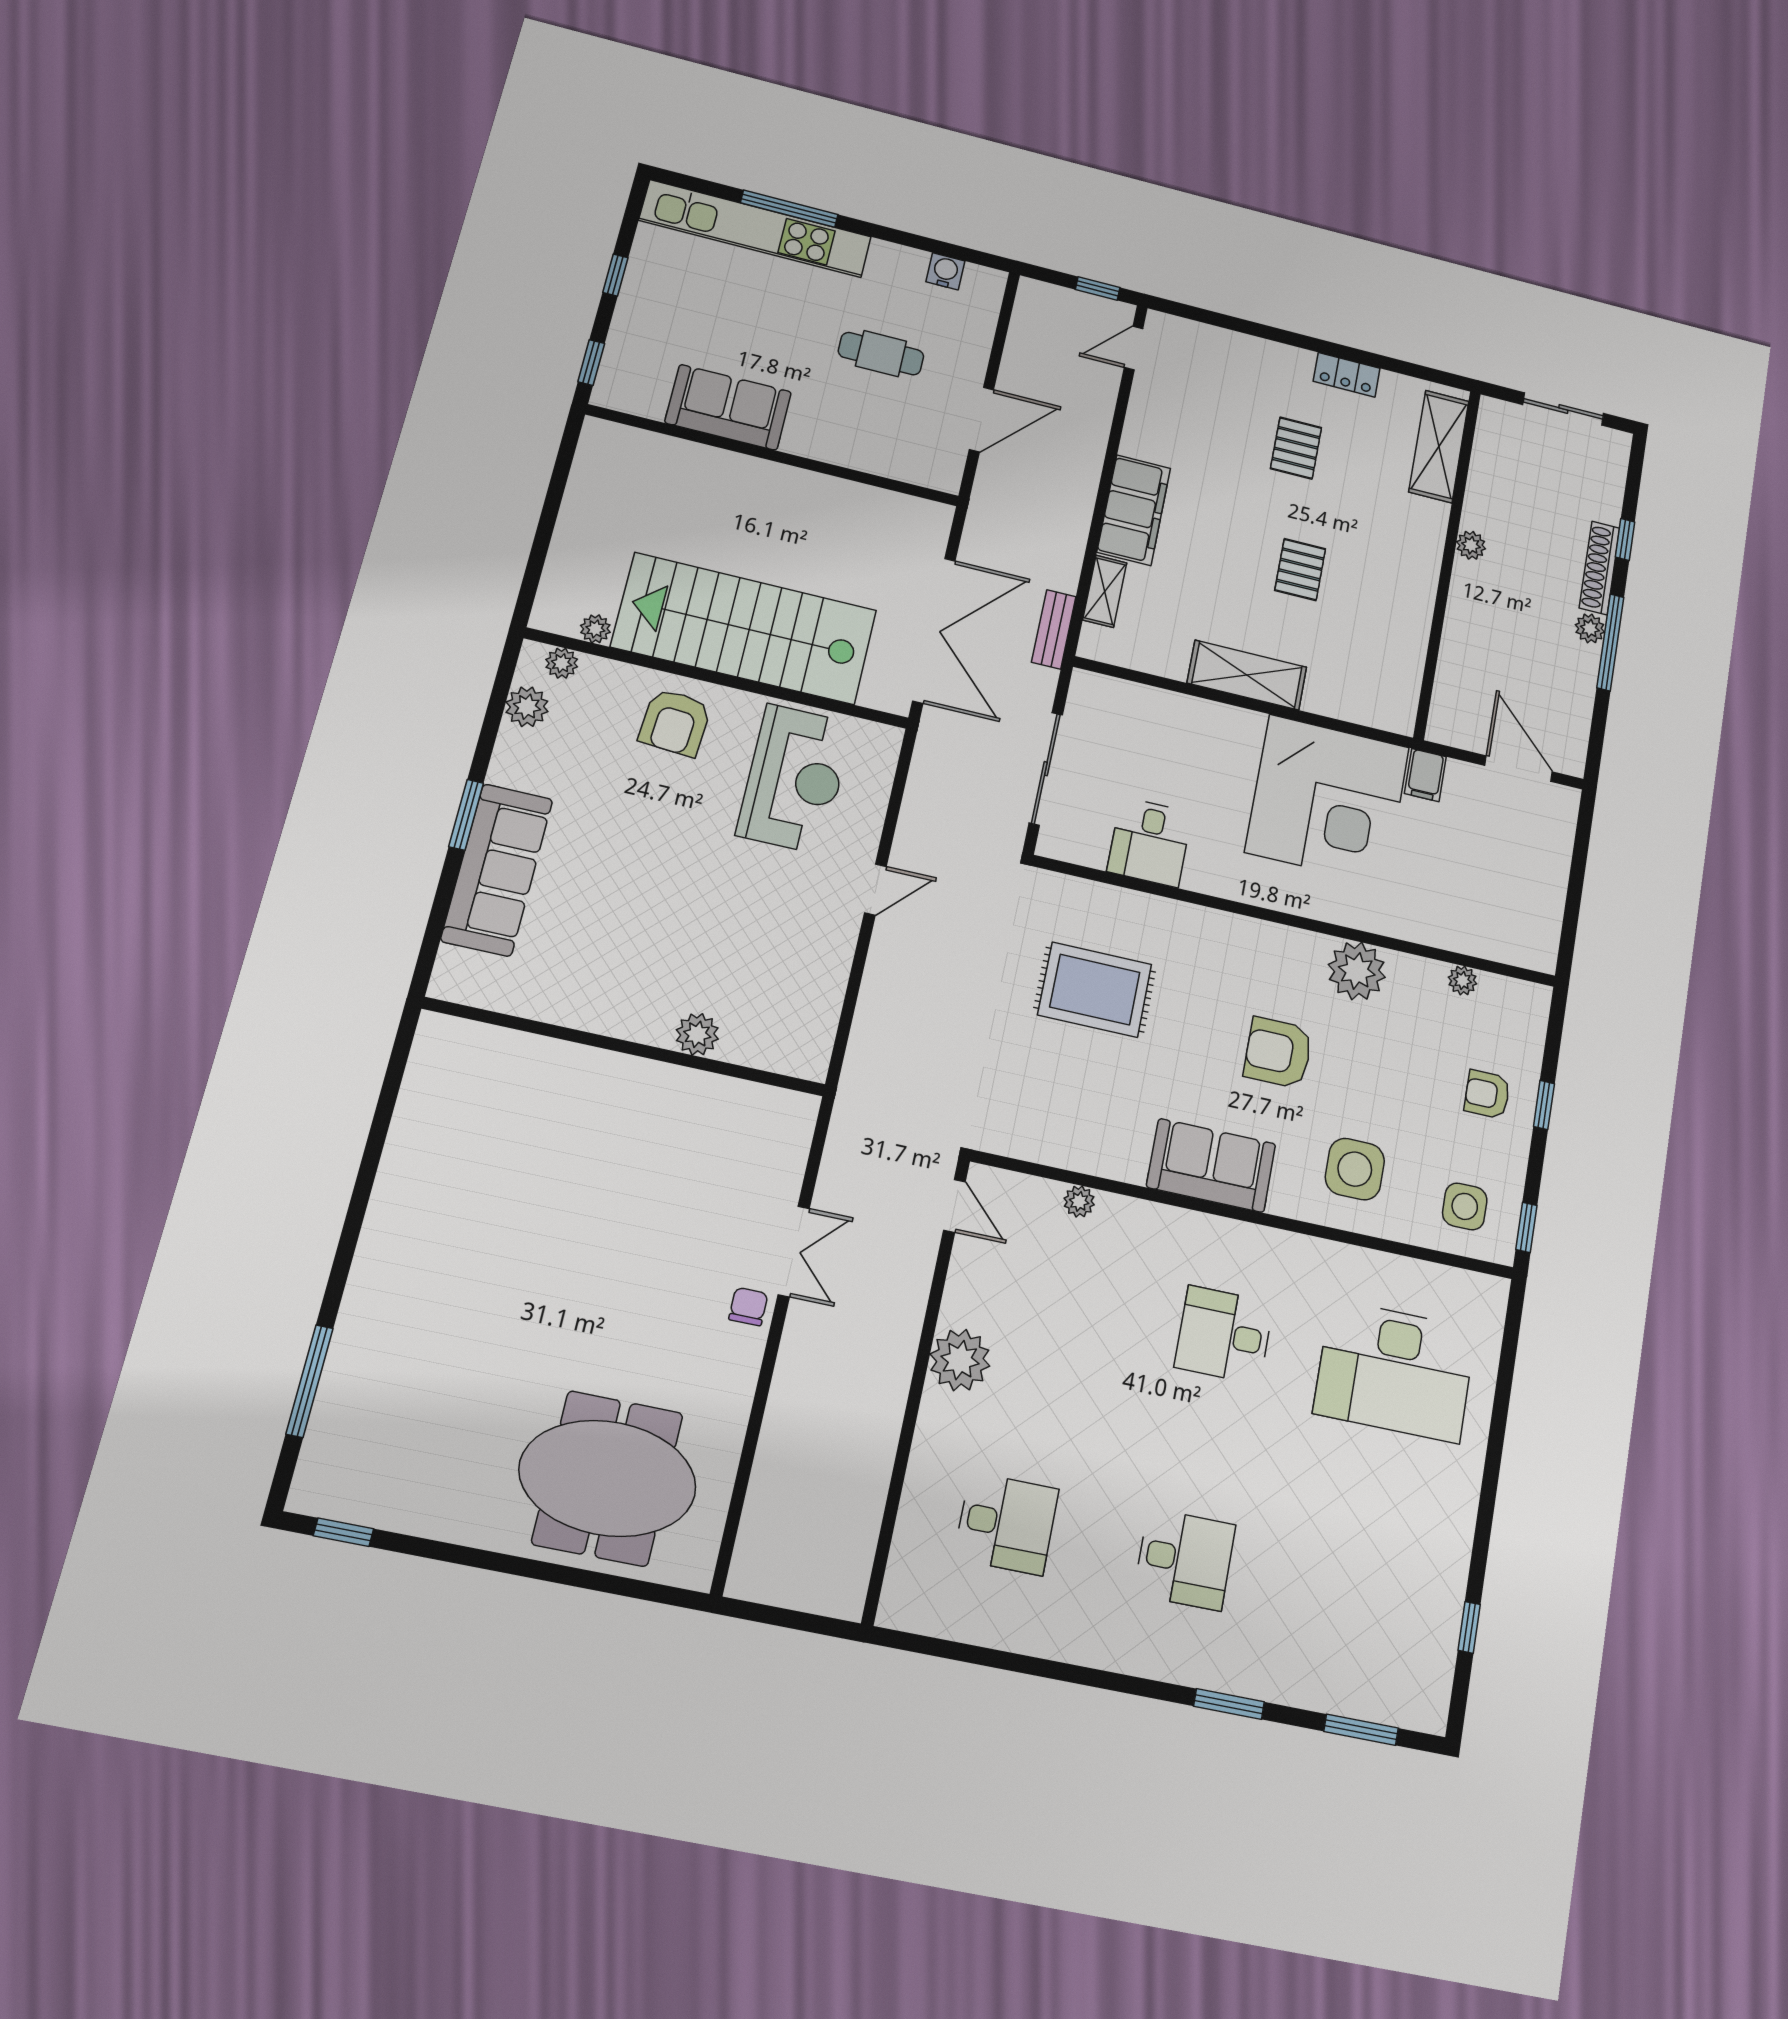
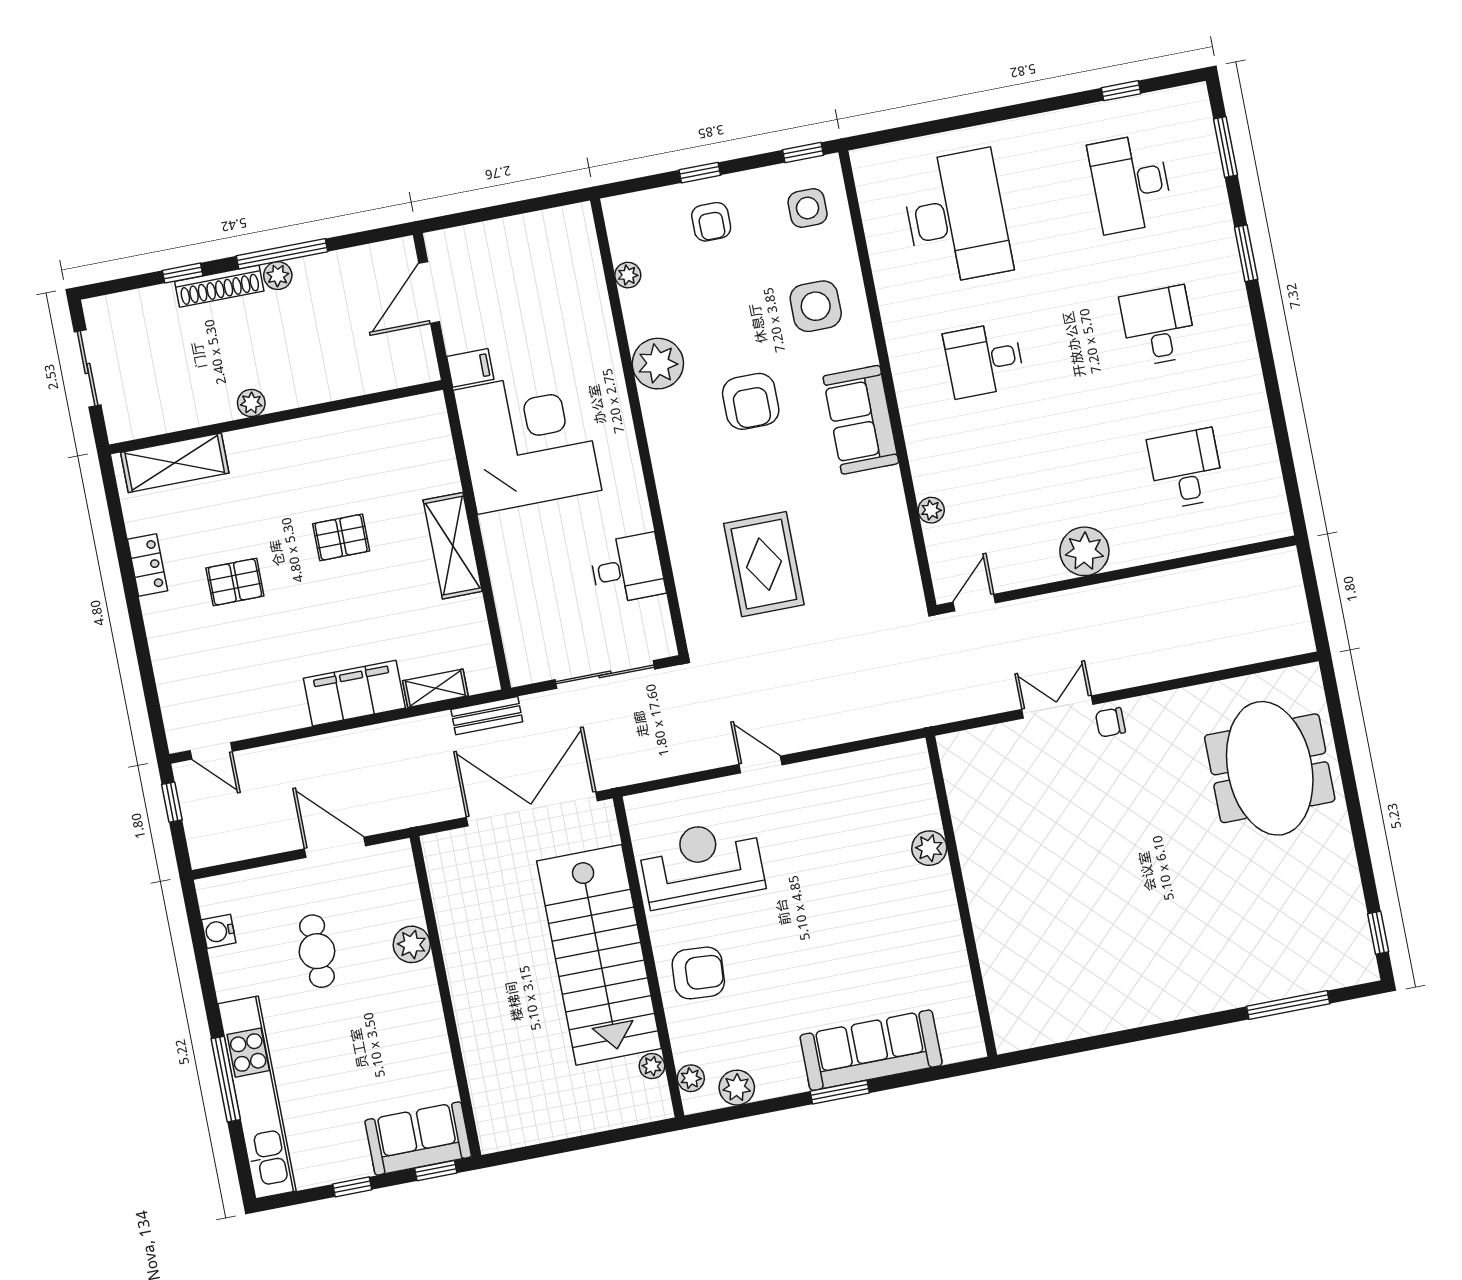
sofa: (728, 407) -> (418, 1138), moved, turned 90
plant: (845, 447) -> (412, 944), added
desk: (1224, 1335) -> (984, 360), turned 90
desk: (1360, 1594) -> (1131, 183), added

